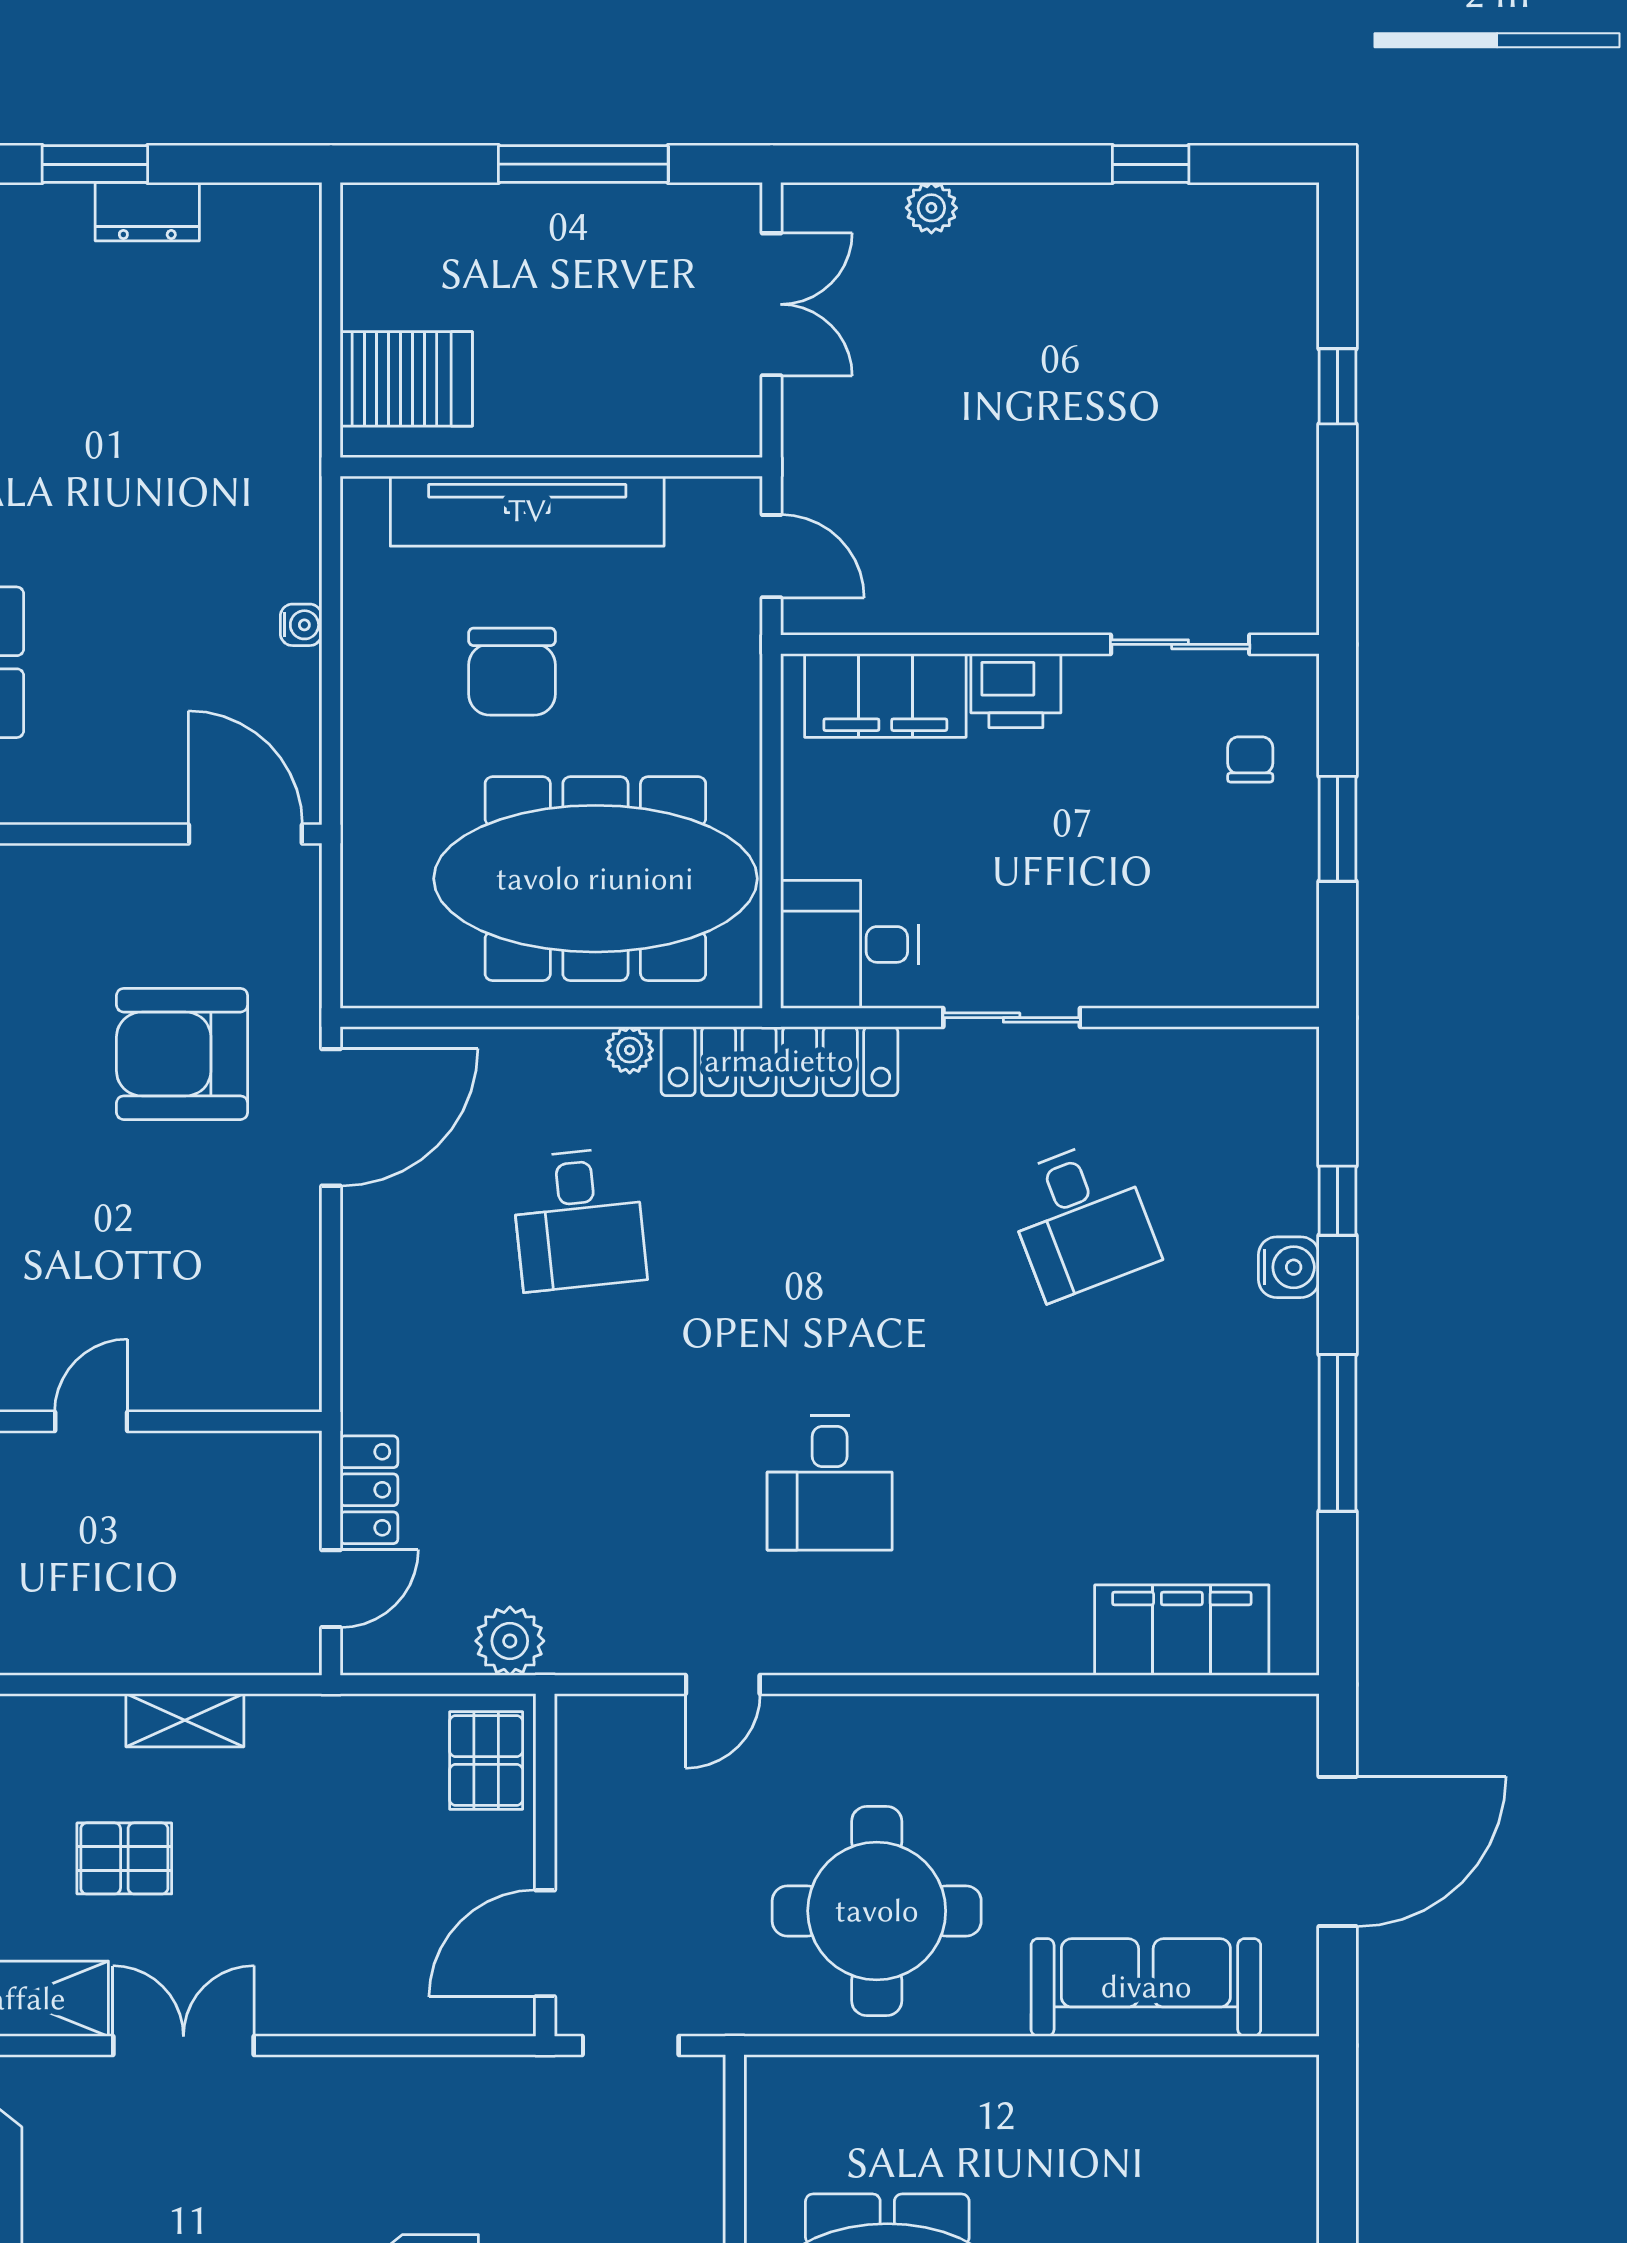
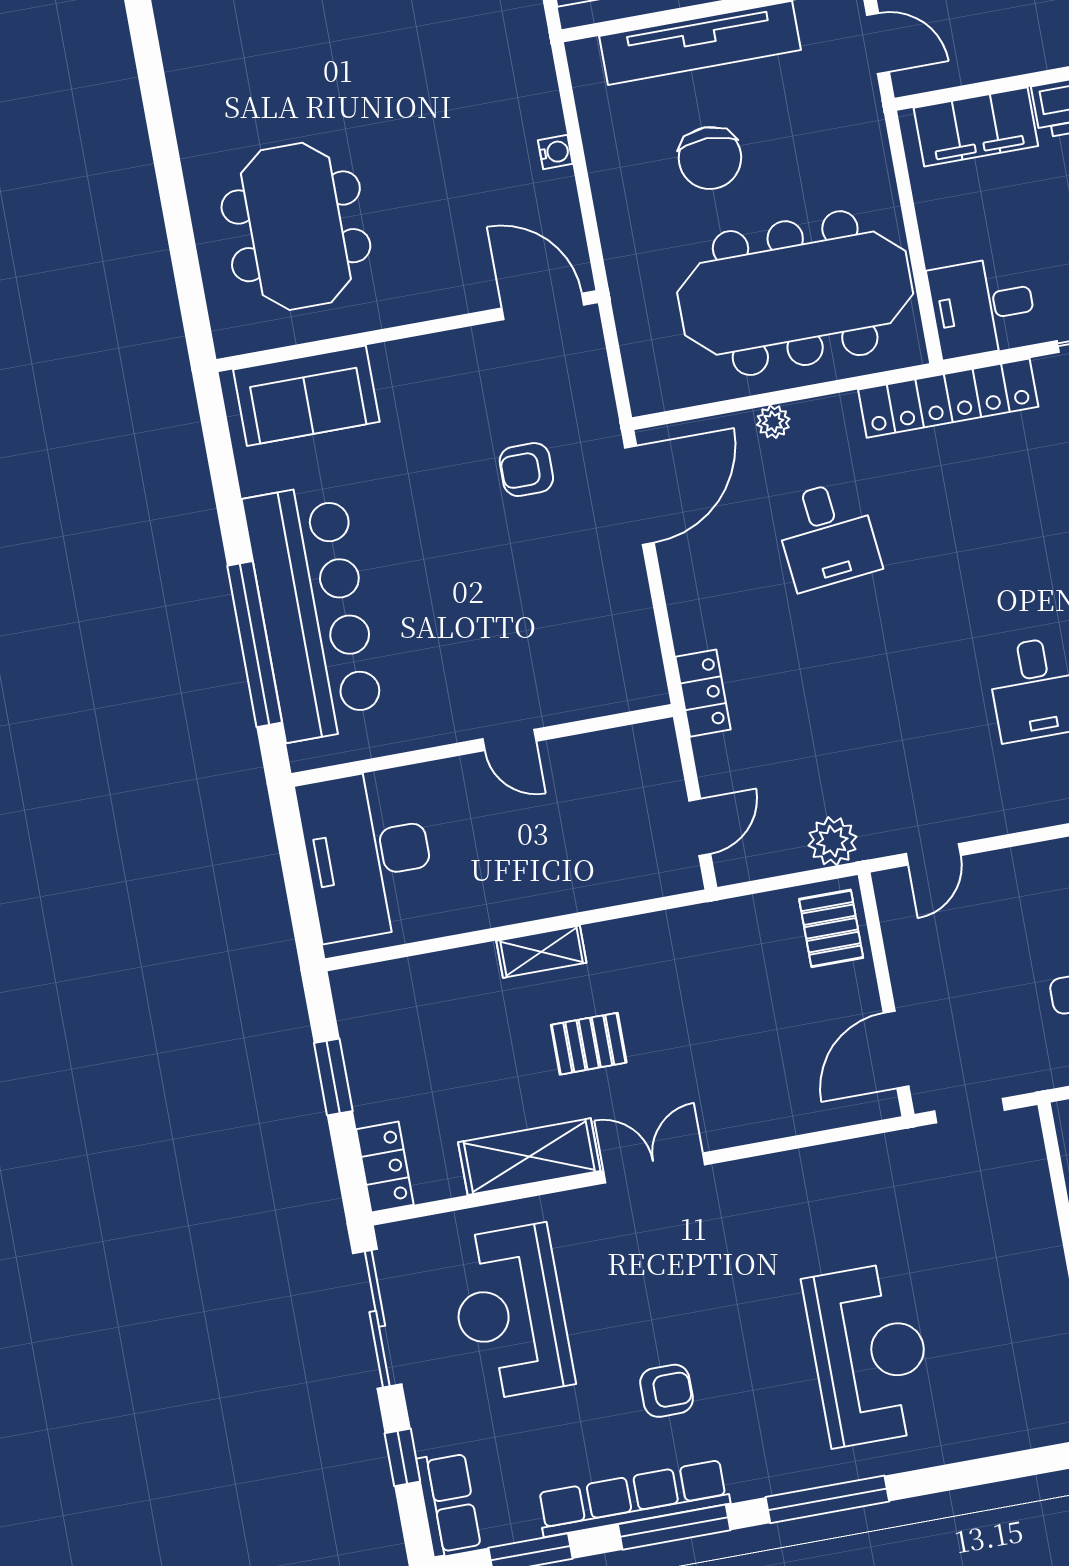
plant: (630, 1050) -> (773, 422), moved
armchair: (182, 1054) -> (526, 470), width x0.53, depth x0.53
door: (91, 1421) -> (509, 740), swing flipped
locker: (369, 1490) -> (703, 693), moved
door: (723, 1684) -> (933, 854), moved
shelving: (185, 1720) -> (541, 952), moved

